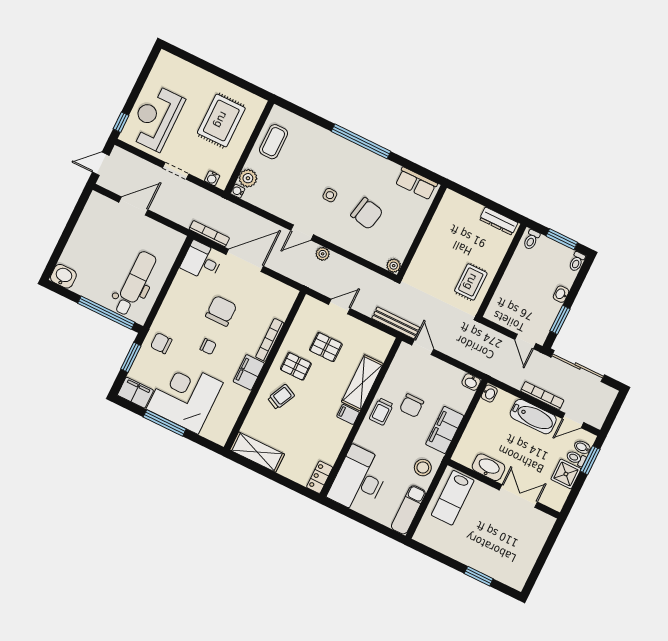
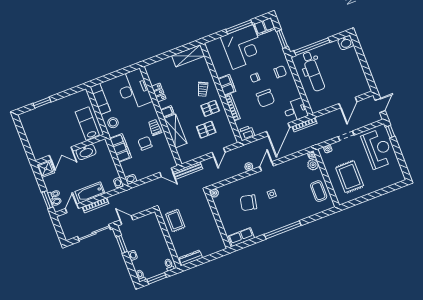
printer: (285, 295) -> (246, 133), added
chair: (161, 343) -> (280, 72), moved
shower: (566, 474) -> (46, 169), moved
locker: (320, 477) -> (159, 92), moved

